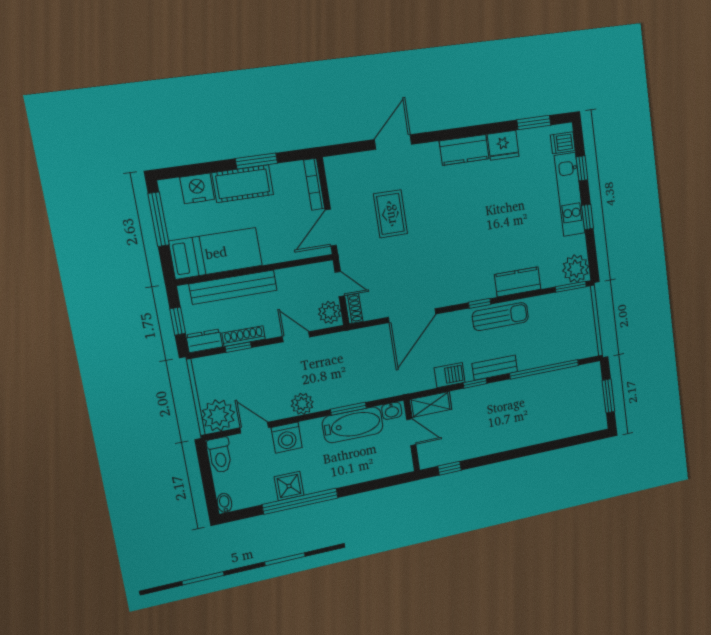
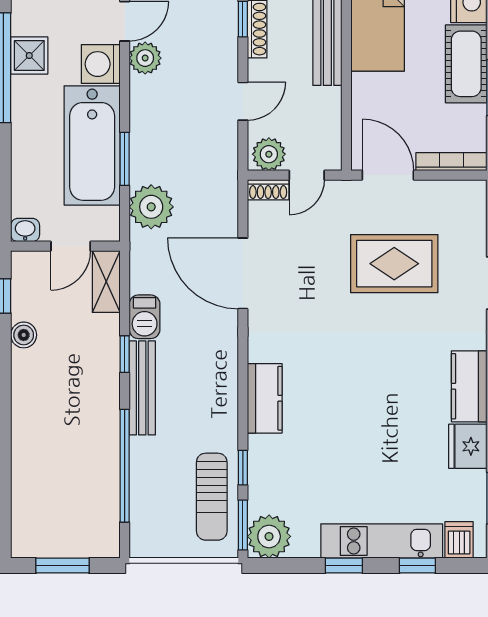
rug: (390, 214) -> (394, 264), width x1.36, depth x1.43
kitchen counter: (518, 282) -> (265, 398), moved
window: (480, 303) -> (243, 468), moved
sun lounger: (500, 317) -> (212, 497), moved
bench: (495, 368) -> (142, 388), width x1.36
plant: (378, 385) -> (151, 207), added
plant: (302, 404) -> (145, 58), moved
washbasin: (392, 411) -> (25, 230), moved, turned 90
bathtub: (353, 425) -> (92, 145), width x1.36, depth x1.36
boiler: (472, 450) -> (24, 335), added

